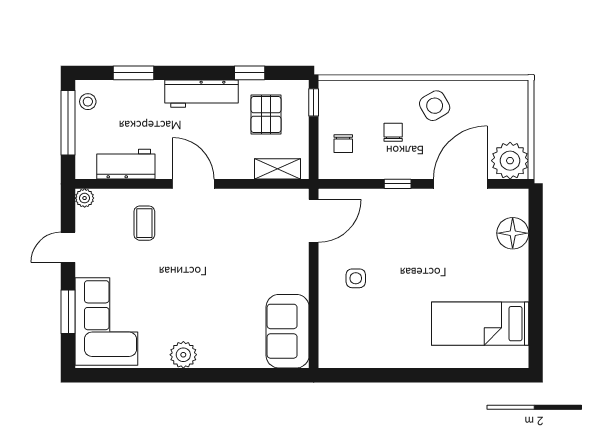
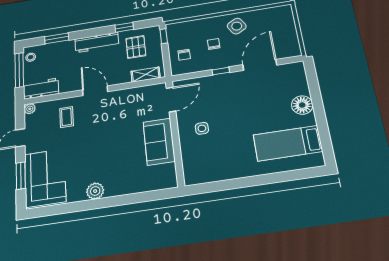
plant: (510, 161) -> (289, 47), removed
workbench: (126, 164) -> (41, 88), moved
floor lamp: (513, 233) -> (302, 105), moved
sofa: (288, 331) -> (159, 142), moved

